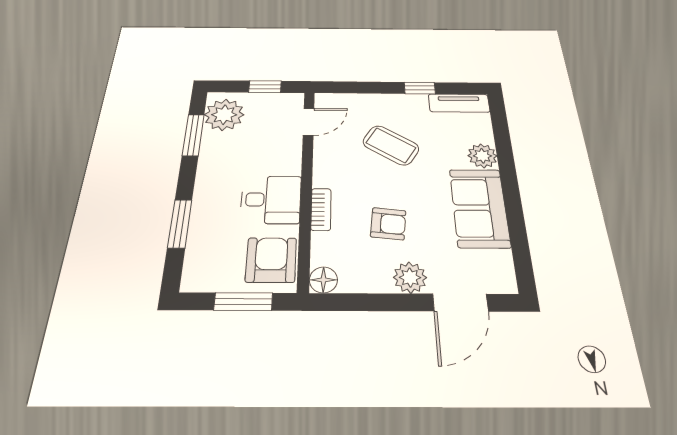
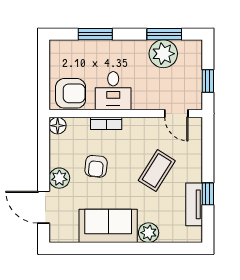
tv unit: (459, 103) -> (194, 204), moved
plant: (224, 115) -> (163, 54), moved
window: (243, 302) -> (44, 78), removed

